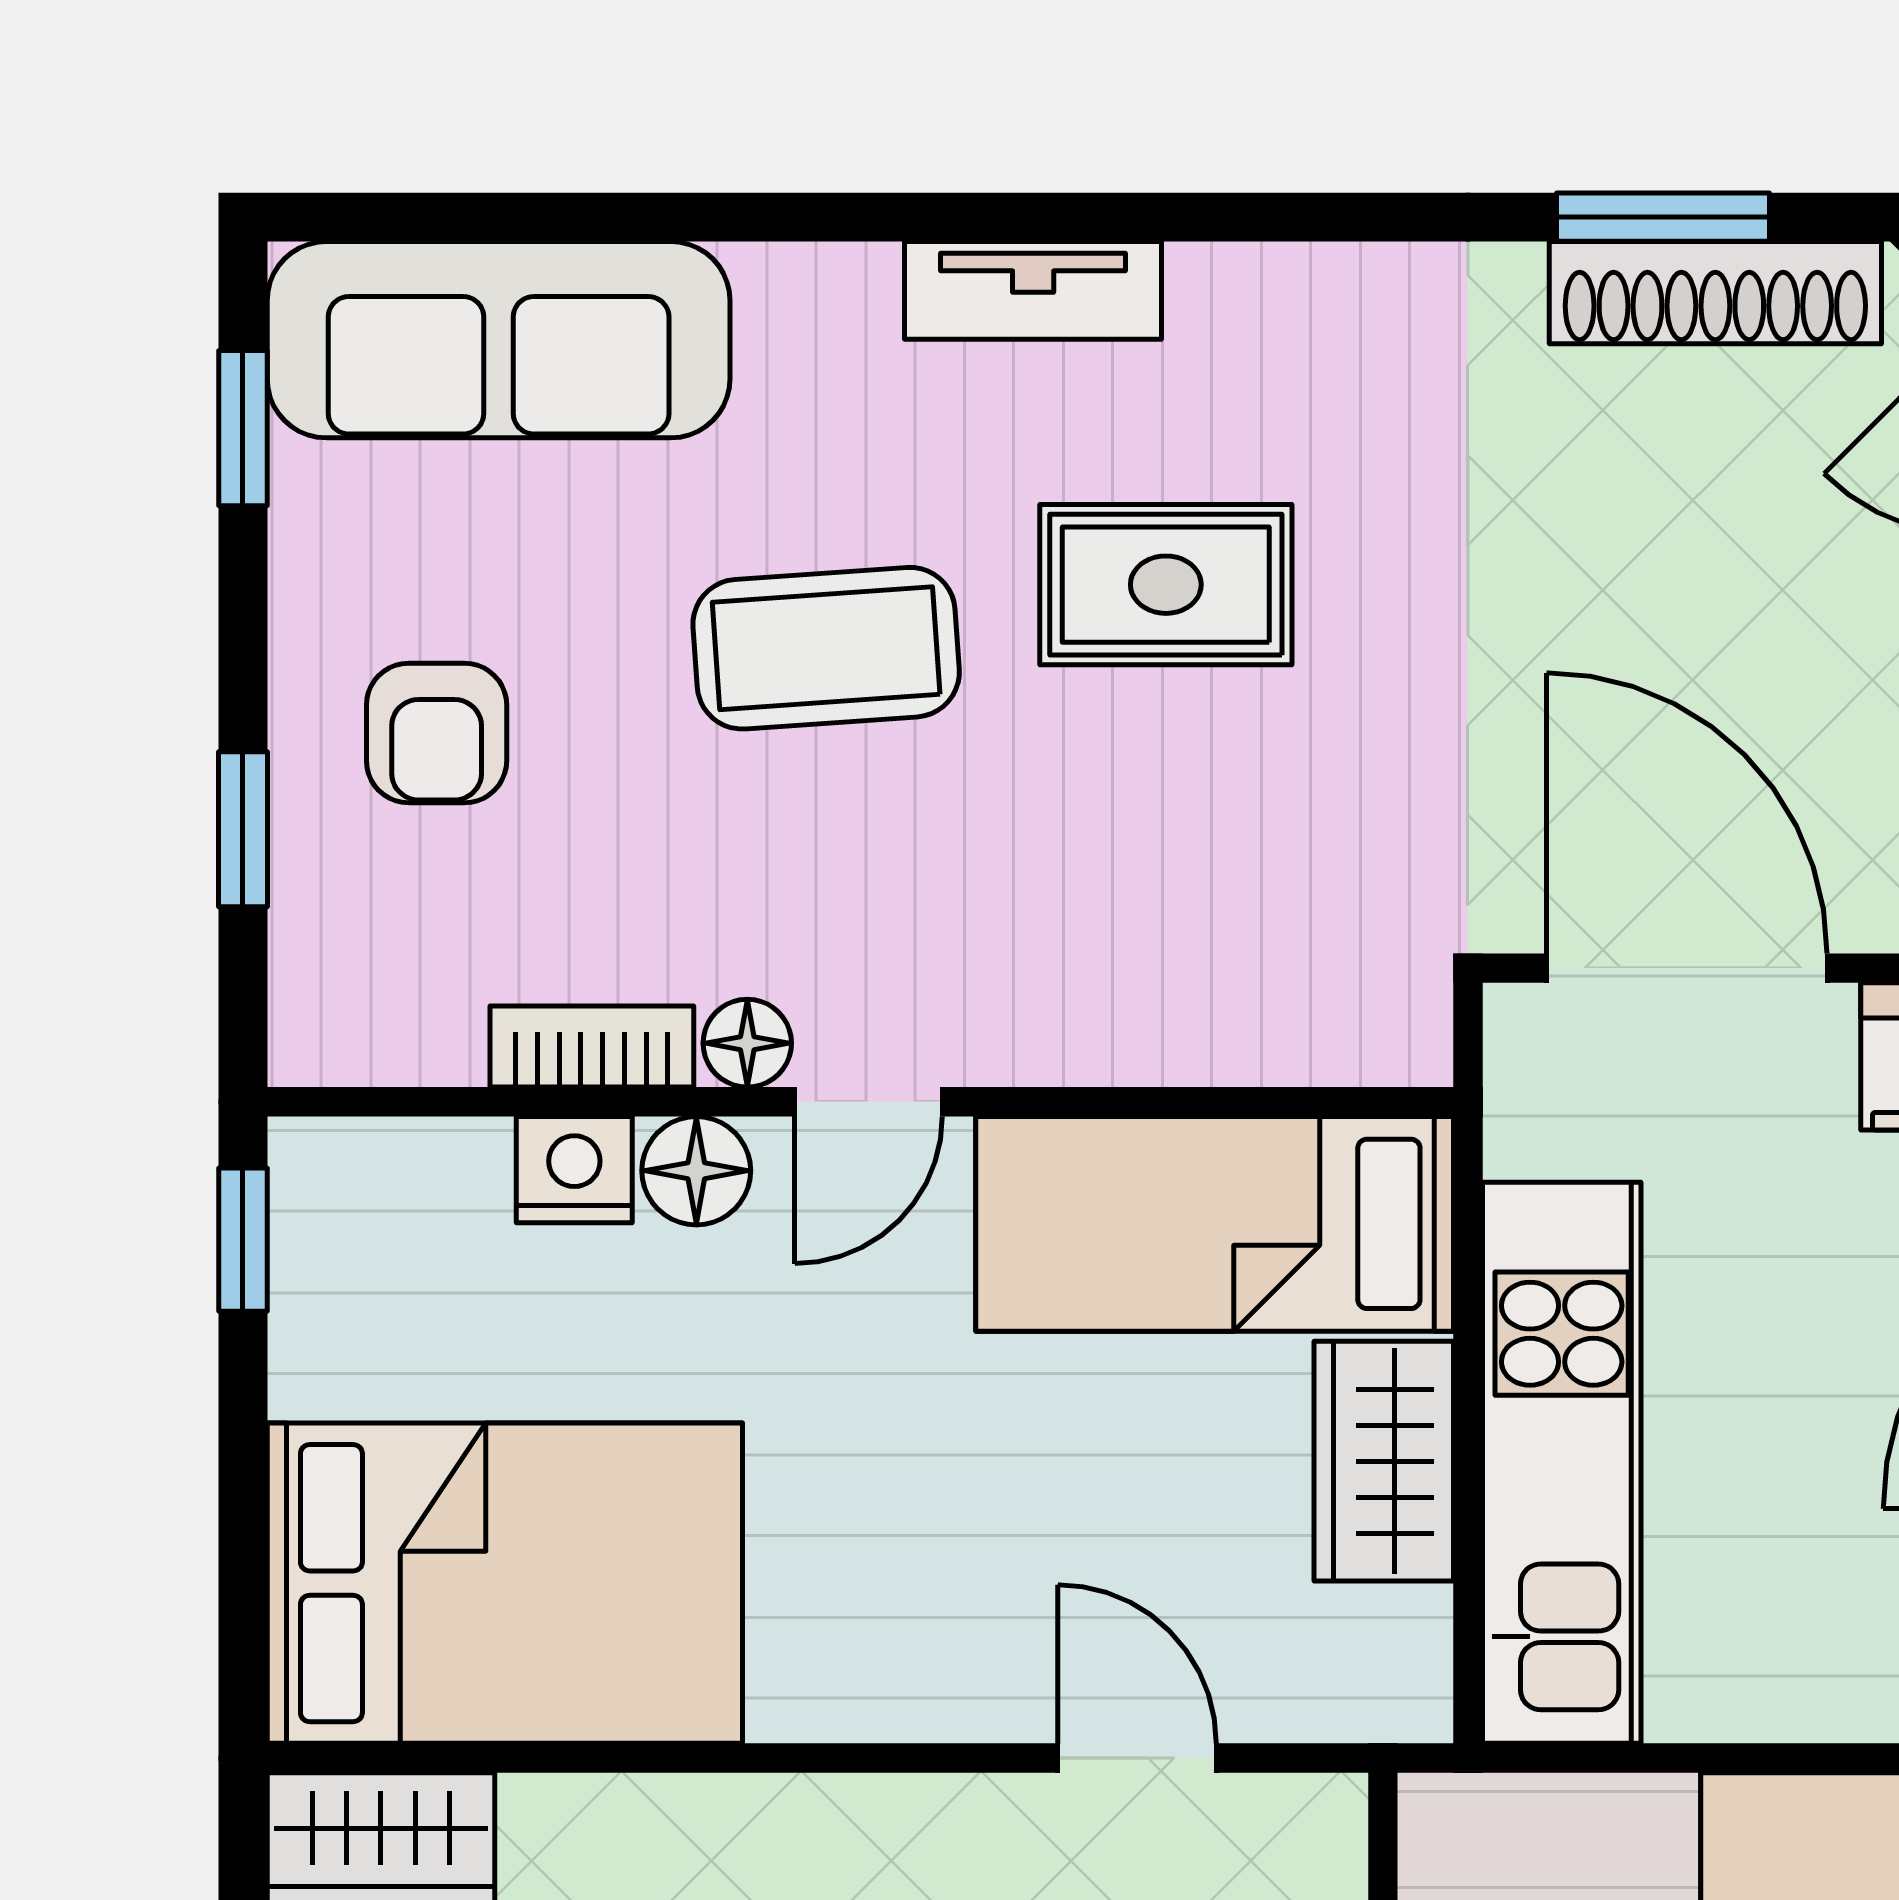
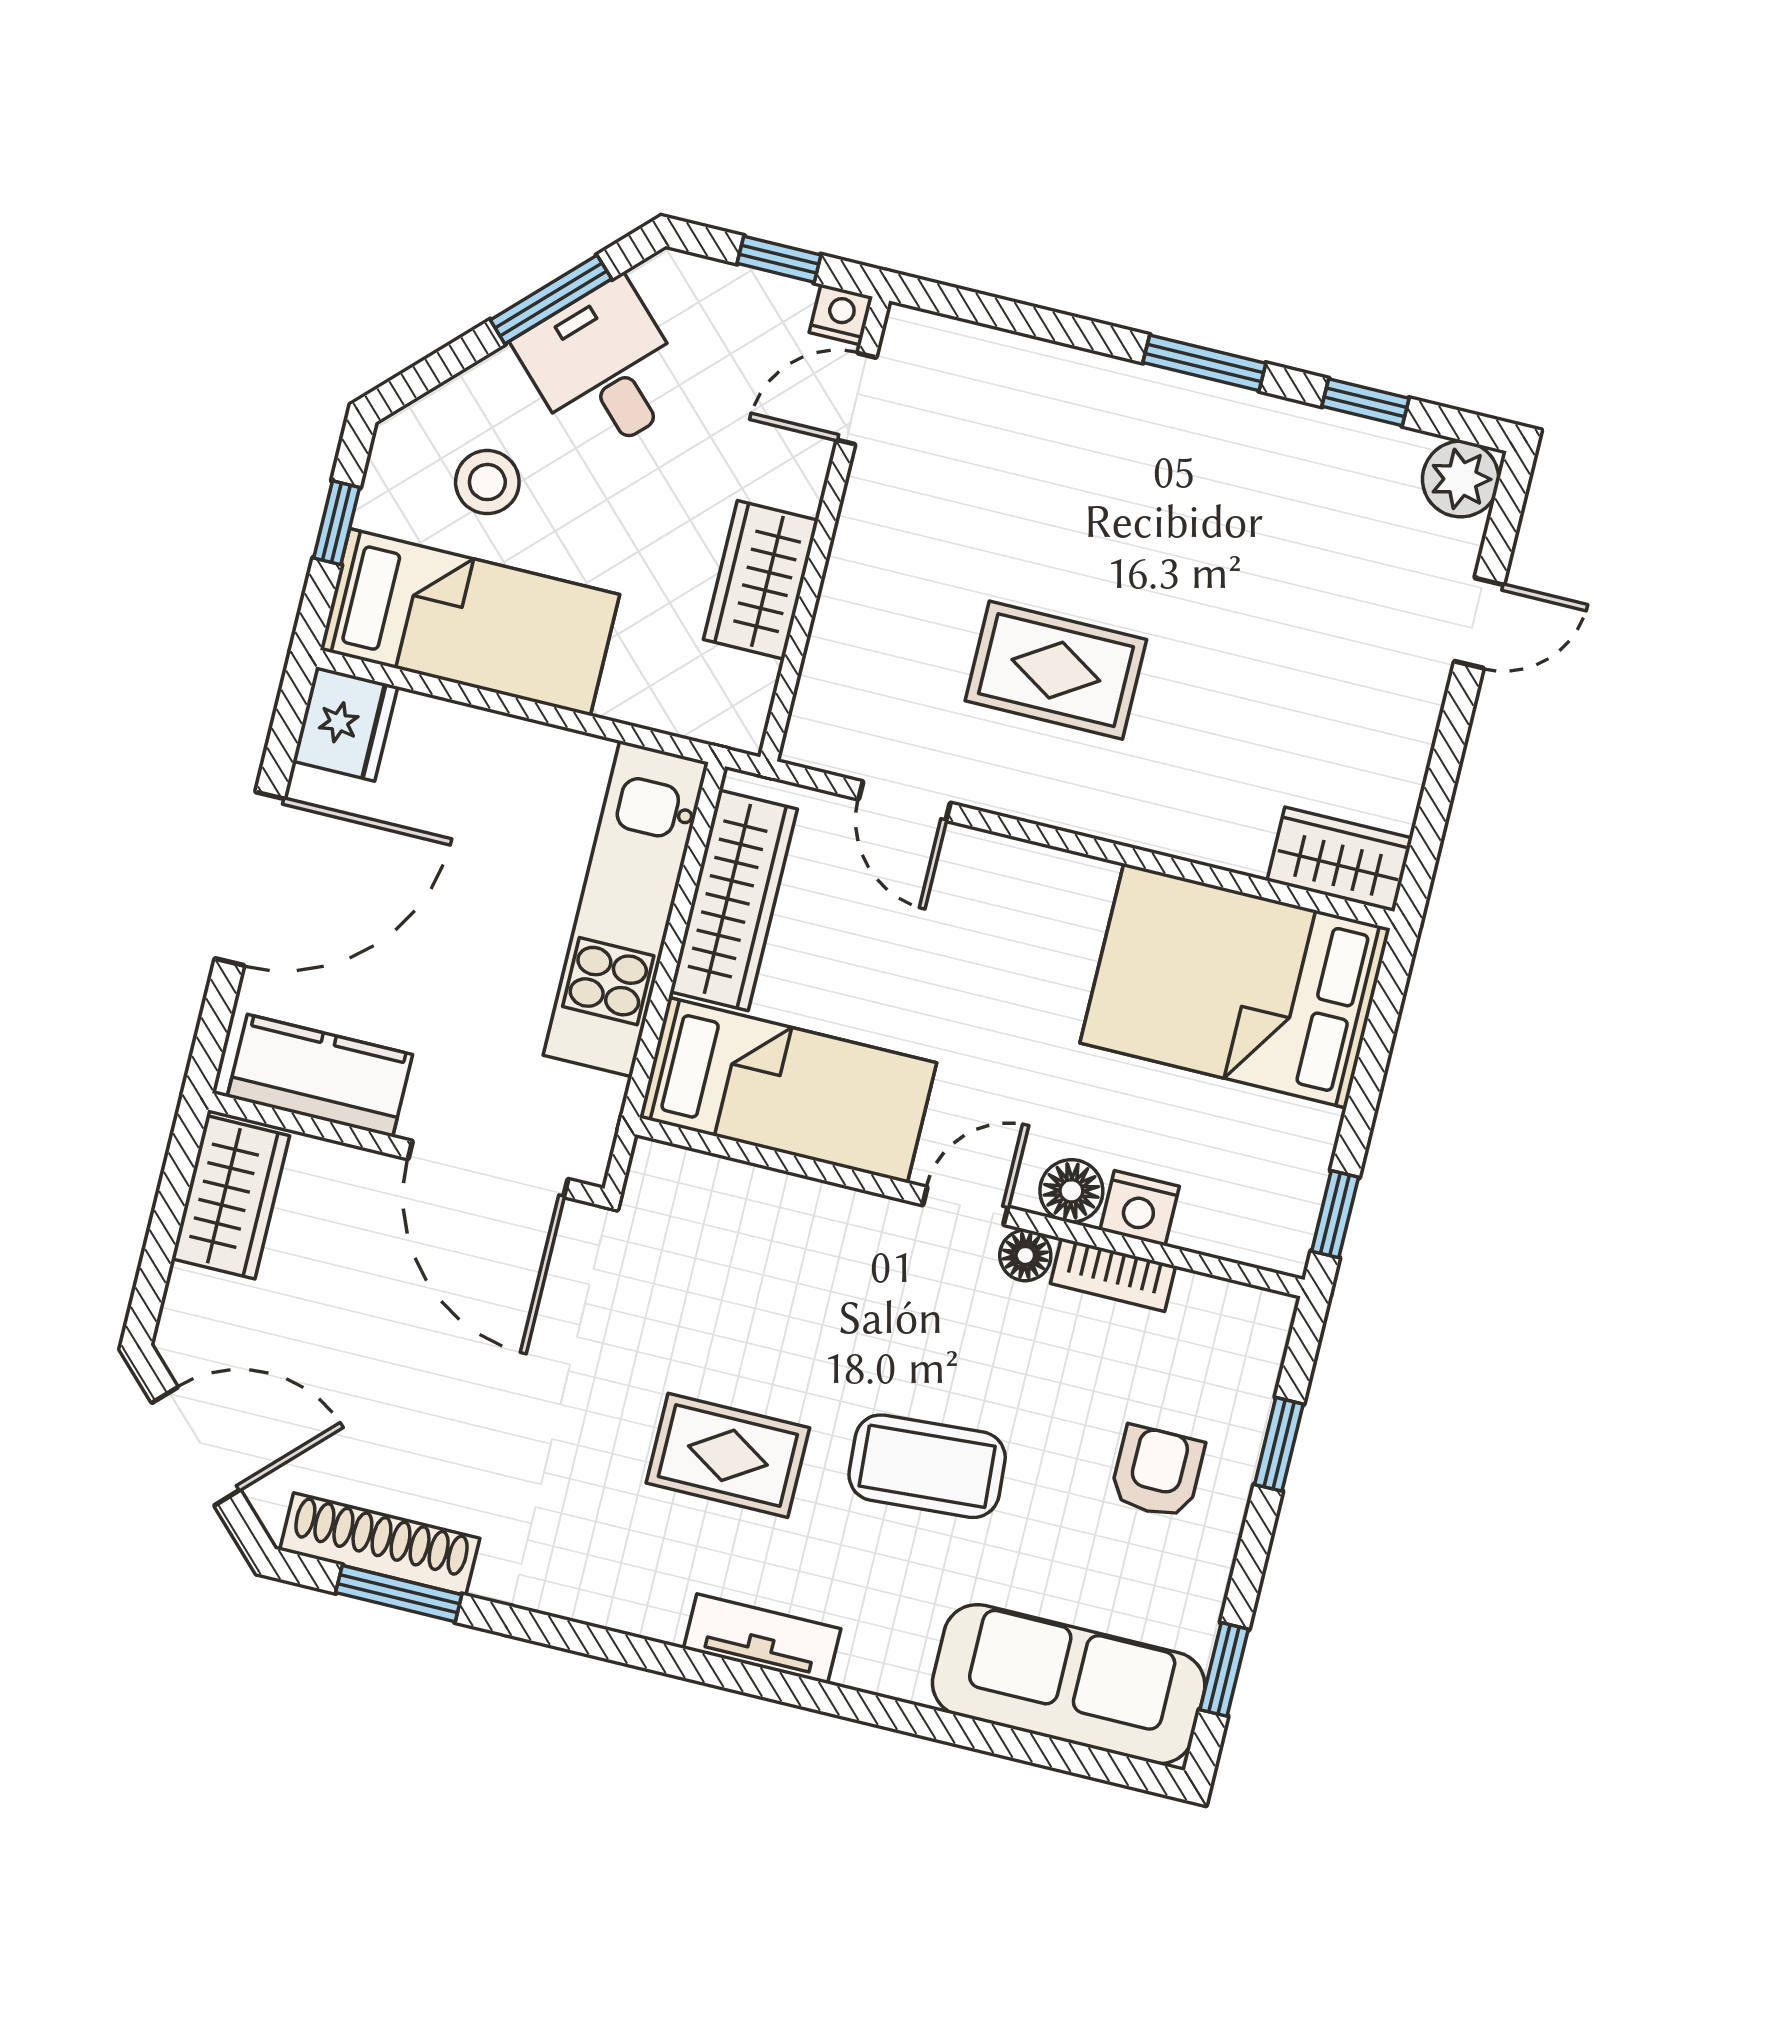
wardrobe: (1384, 1461) -> (734, 900), width x1.50

